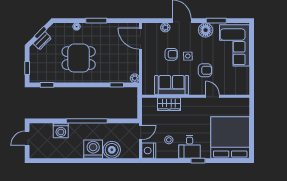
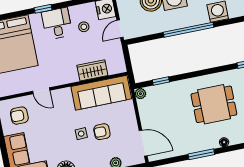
armchair: (205, 70) -> (19, 116), moved
sofa: (172, 85) -> (101, 93), width x1.36

